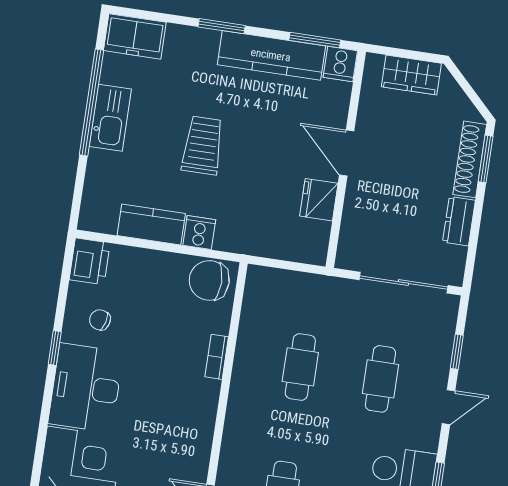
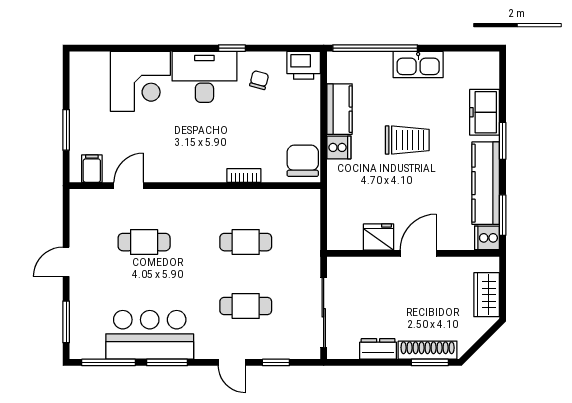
freezer: (135, 36) -> (485, 112), moved
window: (91, 102) -> (375, 48), moved

